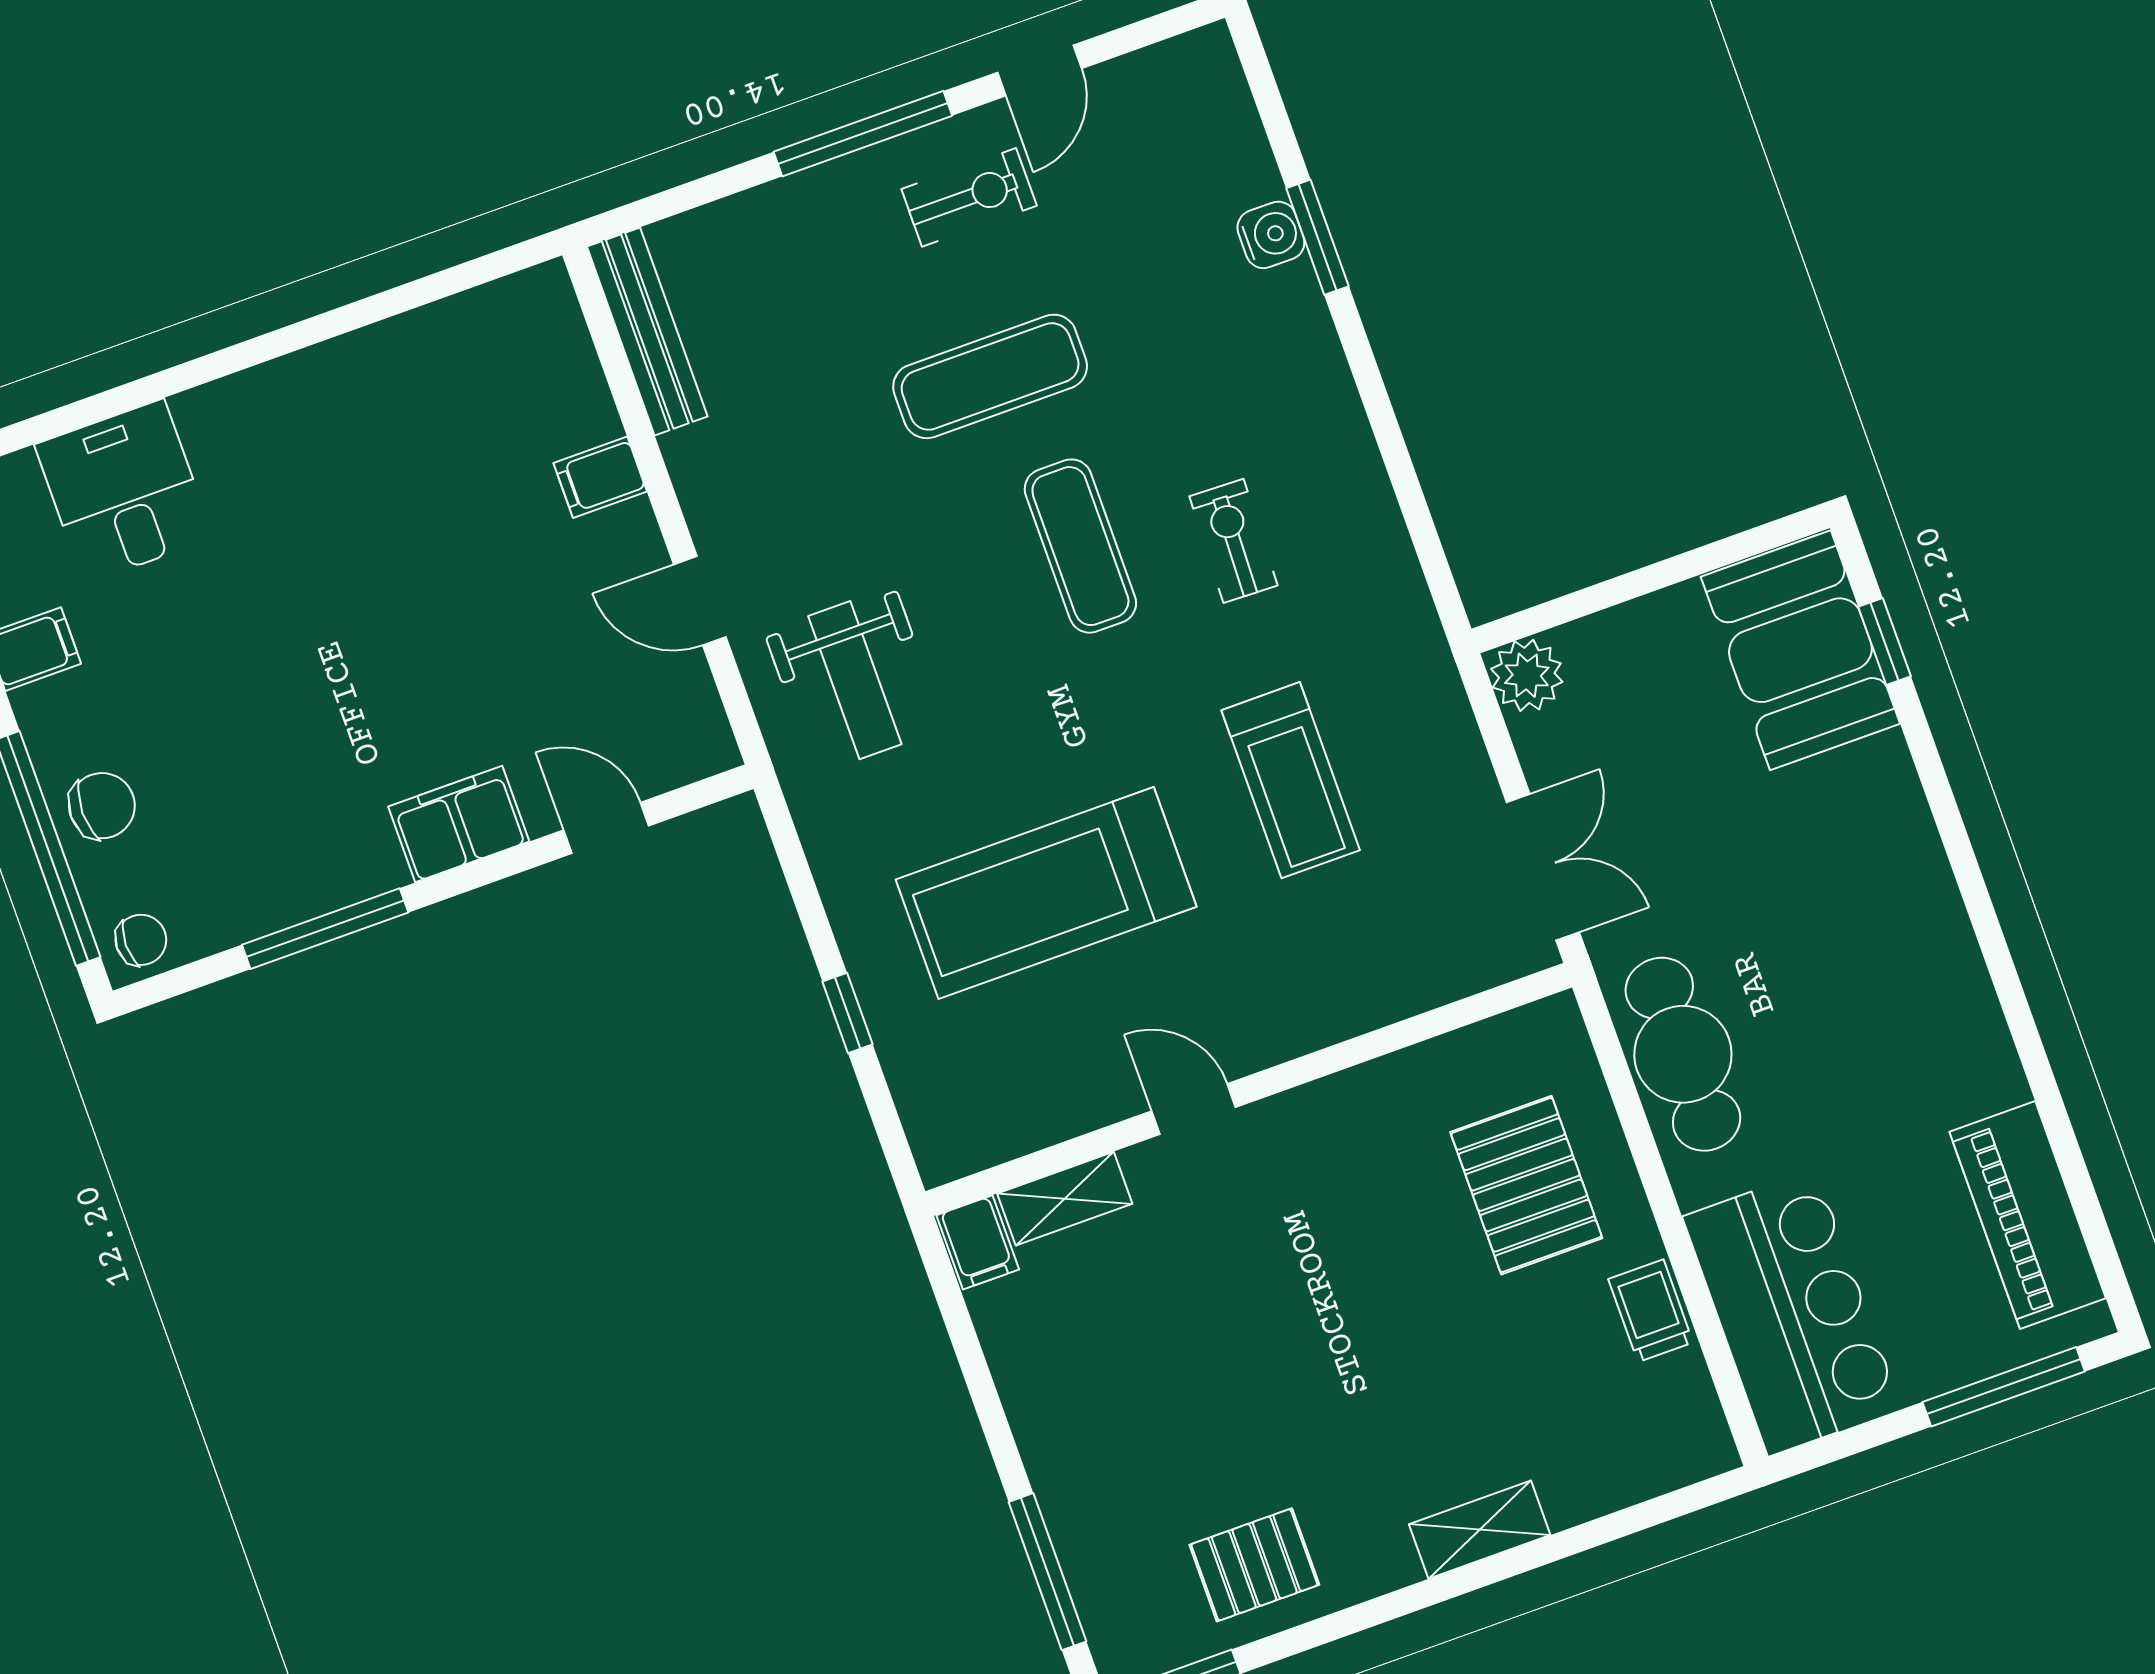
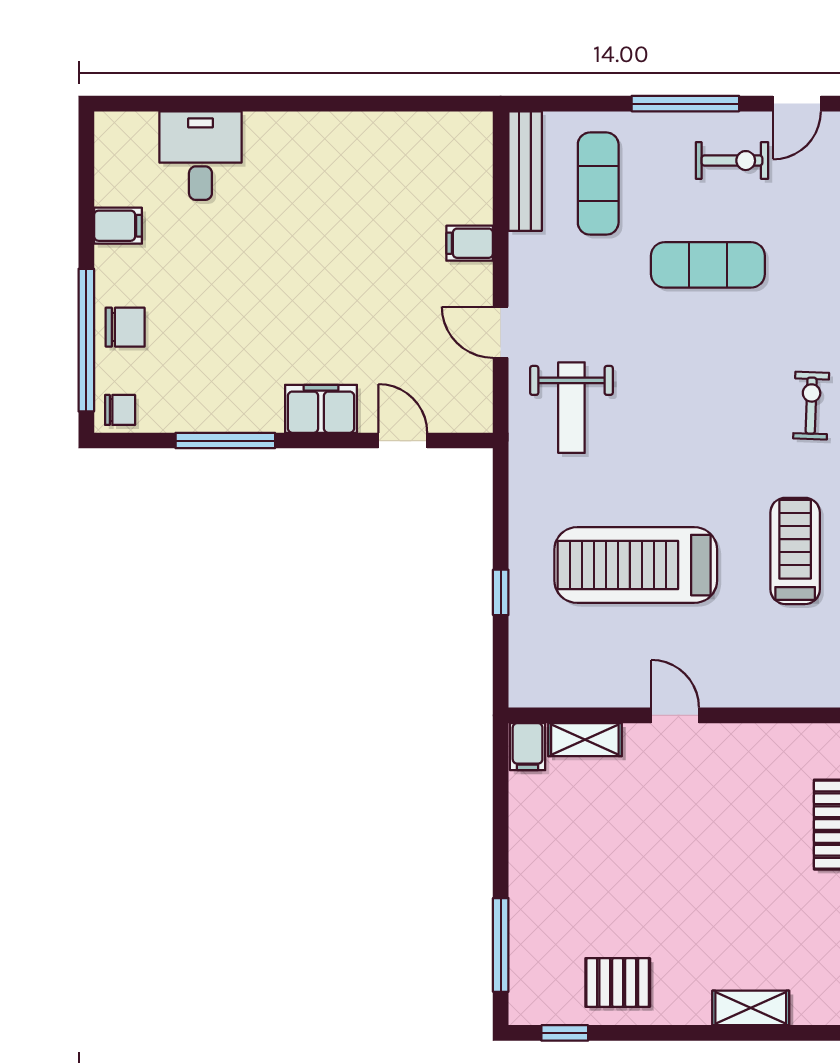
exercise mat: (1080, 546) -> (598, 184), moved
treadmill: (1291, 780) -> (795, 551), turned 180

